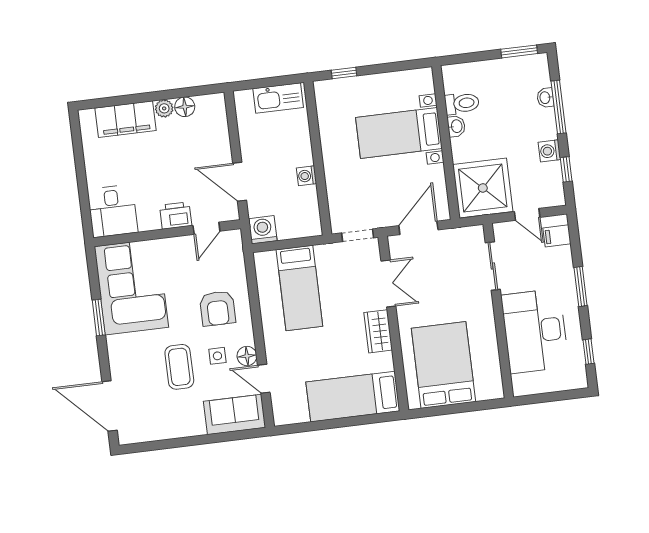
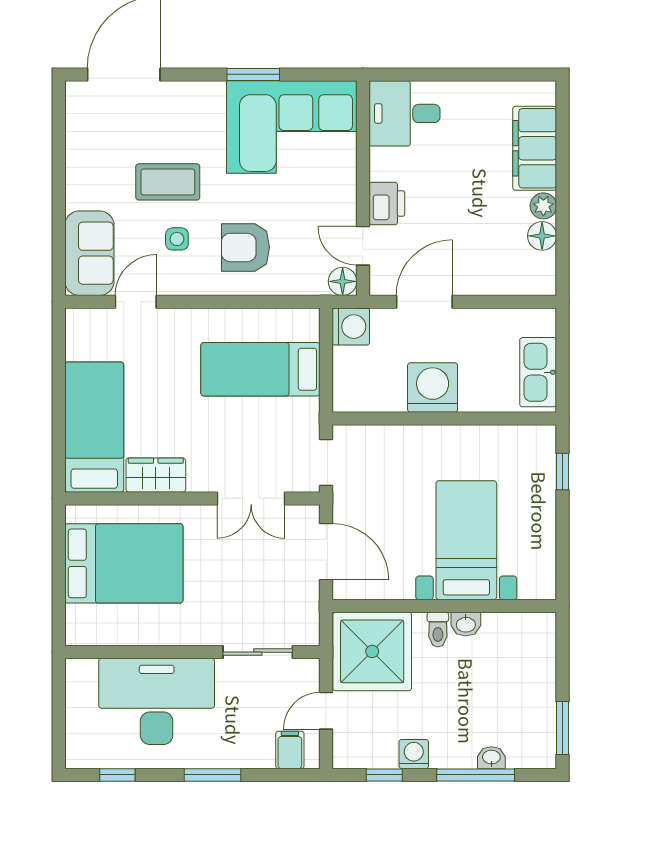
toilet: (462, 103) -> (438, 630), moved, width x0.73, depth x0.72
washing machine: (306, 176) -> (433, 388), width x1.89, depth x1.89
wardrobe: (378, 331) -> (156, 475), moved
floor lamp: (247, 356) -> (343, 281), moved

